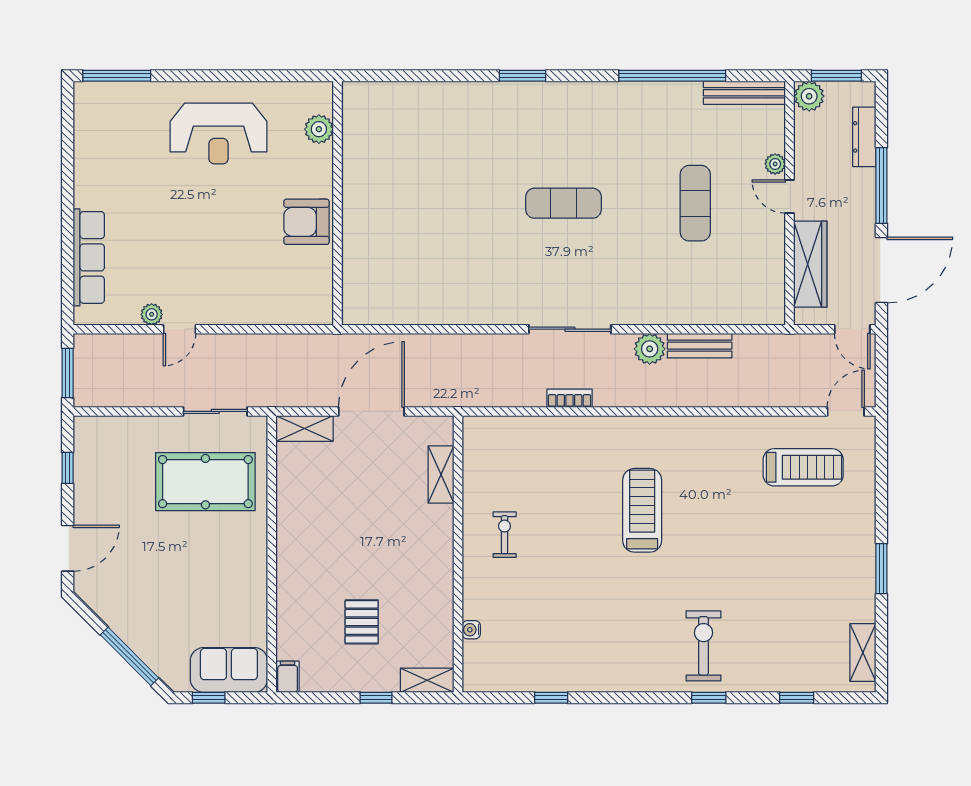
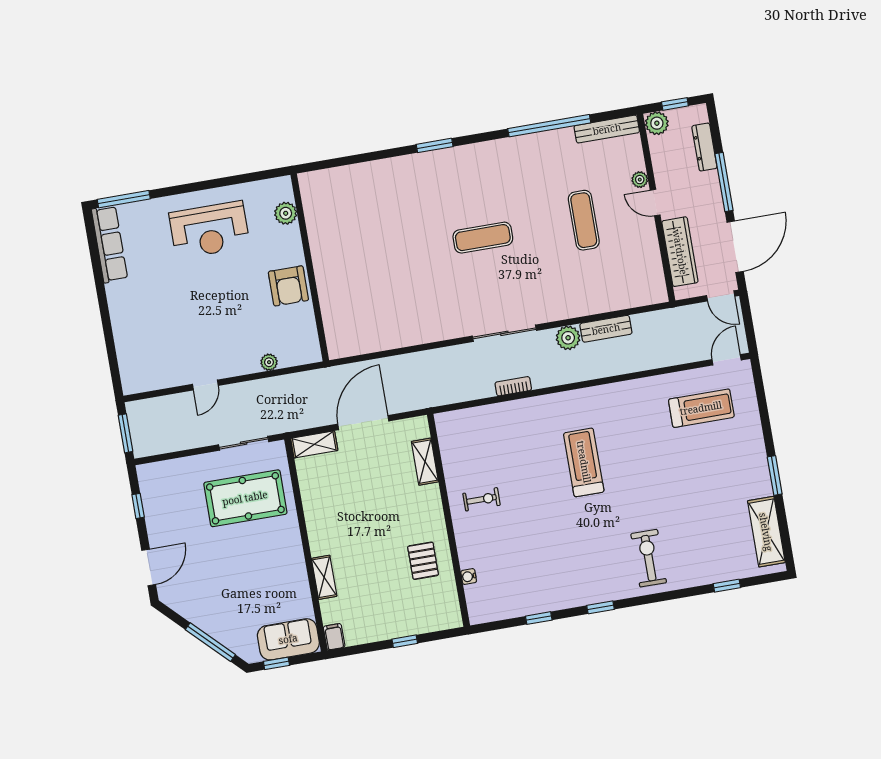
window: (836, 76) -> (675, 104), width x0.67
armchair: (306, 222) -> (288, 286), turned -90
row of seats: (89, 257) -> (109, 244), moved
plant: (152, 314) -> (269, 362), moved
exercise bike: (505, 535) -> (482, 499), turned 90
pallet: (362, 622) -> (423, 561), moved
shelving: (863, 652) -> (766, 532), width x1.50, depth x1.33
shelving: (427, 680) -> (324, 577), moved, turned 90
window: (709, 698) -> (601, 607), moved

